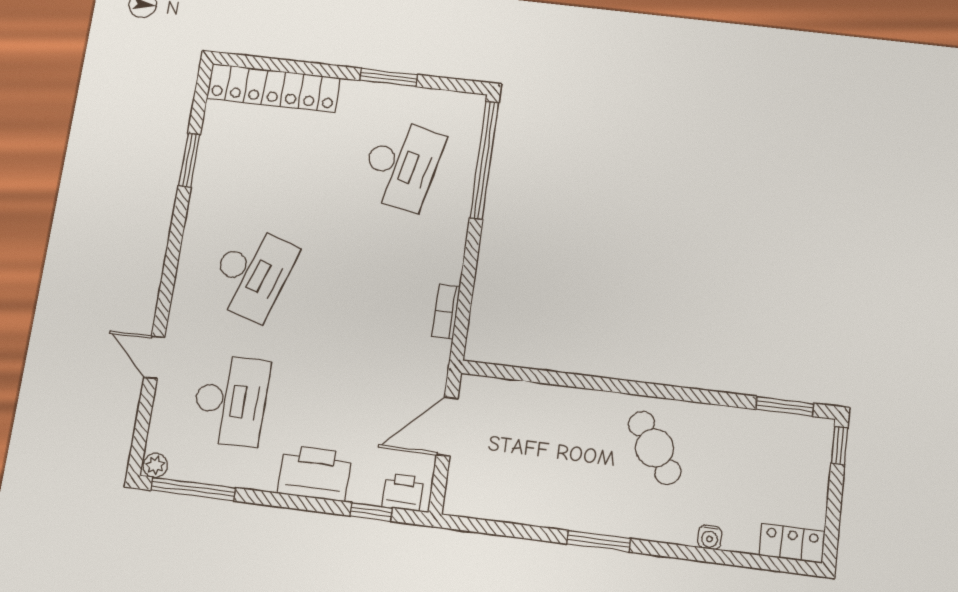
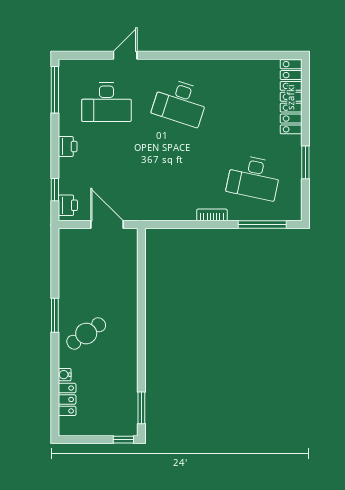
window: (189, 160) -> (242, 55), removed
window: (484, 160) -> (262, 225), width x0.68
bookcase: (446, 312) -> (212, 215), moved
cafe table: (655, 448) -> (86, 333), moved
plant: (155, 465) -> (65, 66), removed
printer: (315, 473) -> (68, 147), width x0.53, depth x0.68
locker: (792, 543) -> (67, 399), moved

